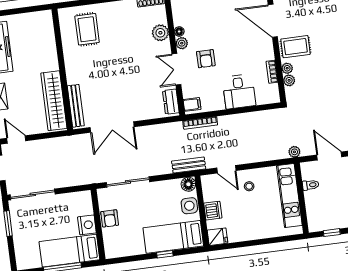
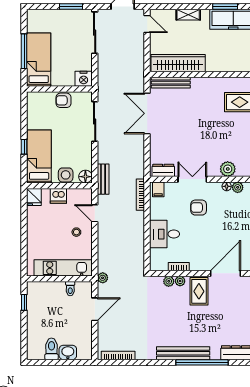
plant: (182, 43) -> (238, 187), moved
door: (16, 140) -> (147, 24), hinge flipped
door: (226, 169) -> (95, 213), hinge flipped
nightstand: (87, 225) -> (84, 79), moved

